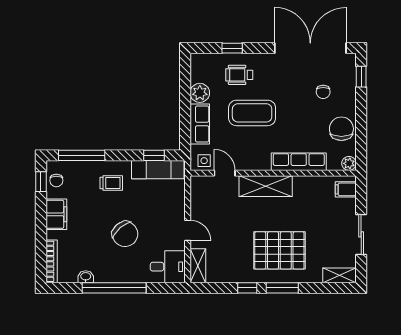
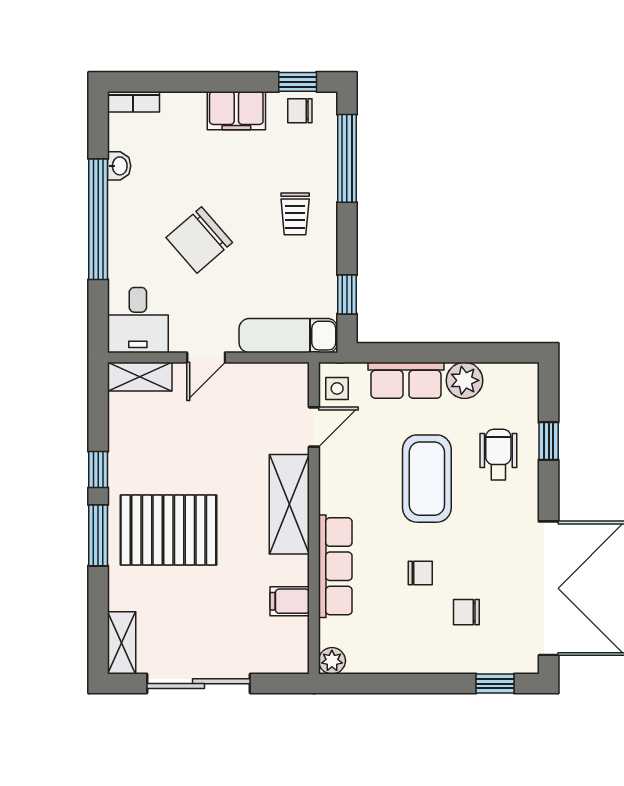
chair: (341, 129) -> (420, 573), moved, width x0.54, depth x0.54
exam couch: (158, 170) -> (288, 336), moved, turned 90
filing cabinet: (346, 189) -> (290, 601), moved, turned -90
sliding door: (361, 234) -> (199, 684), width x1.37
pallet: (279, 250) -> (168, 530), turned 90
bookcase: (52, 261) -> (133, 102), width x0.64

